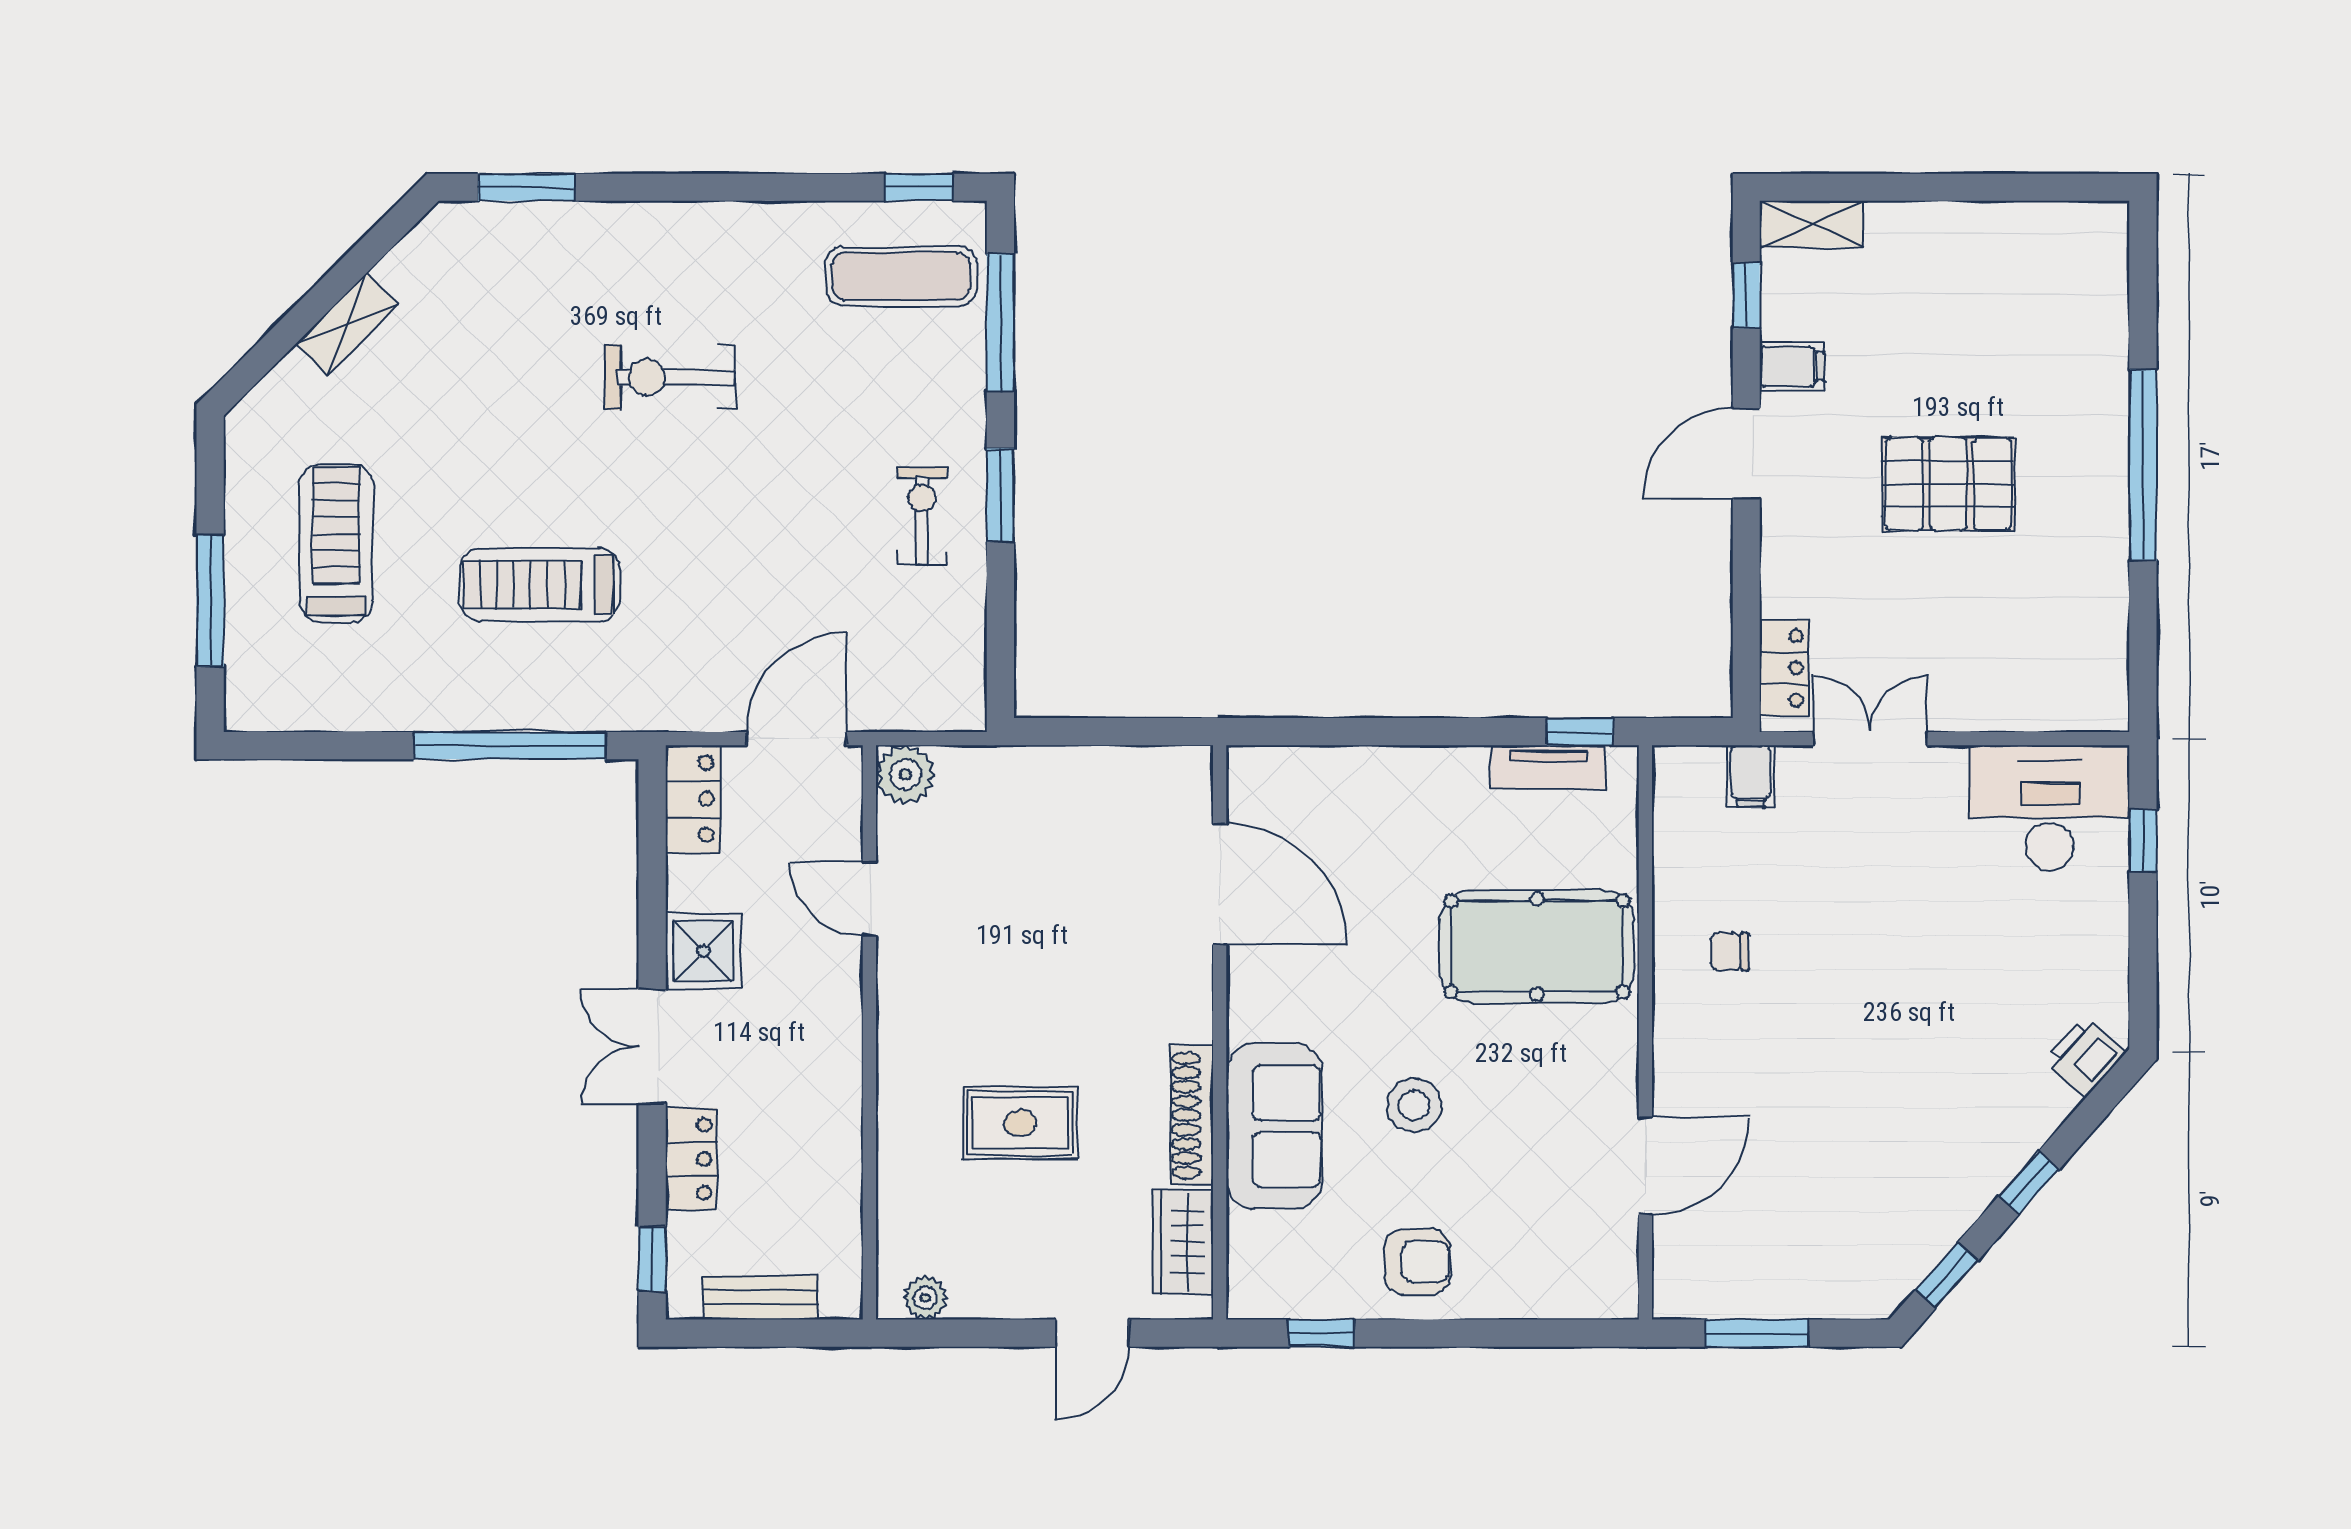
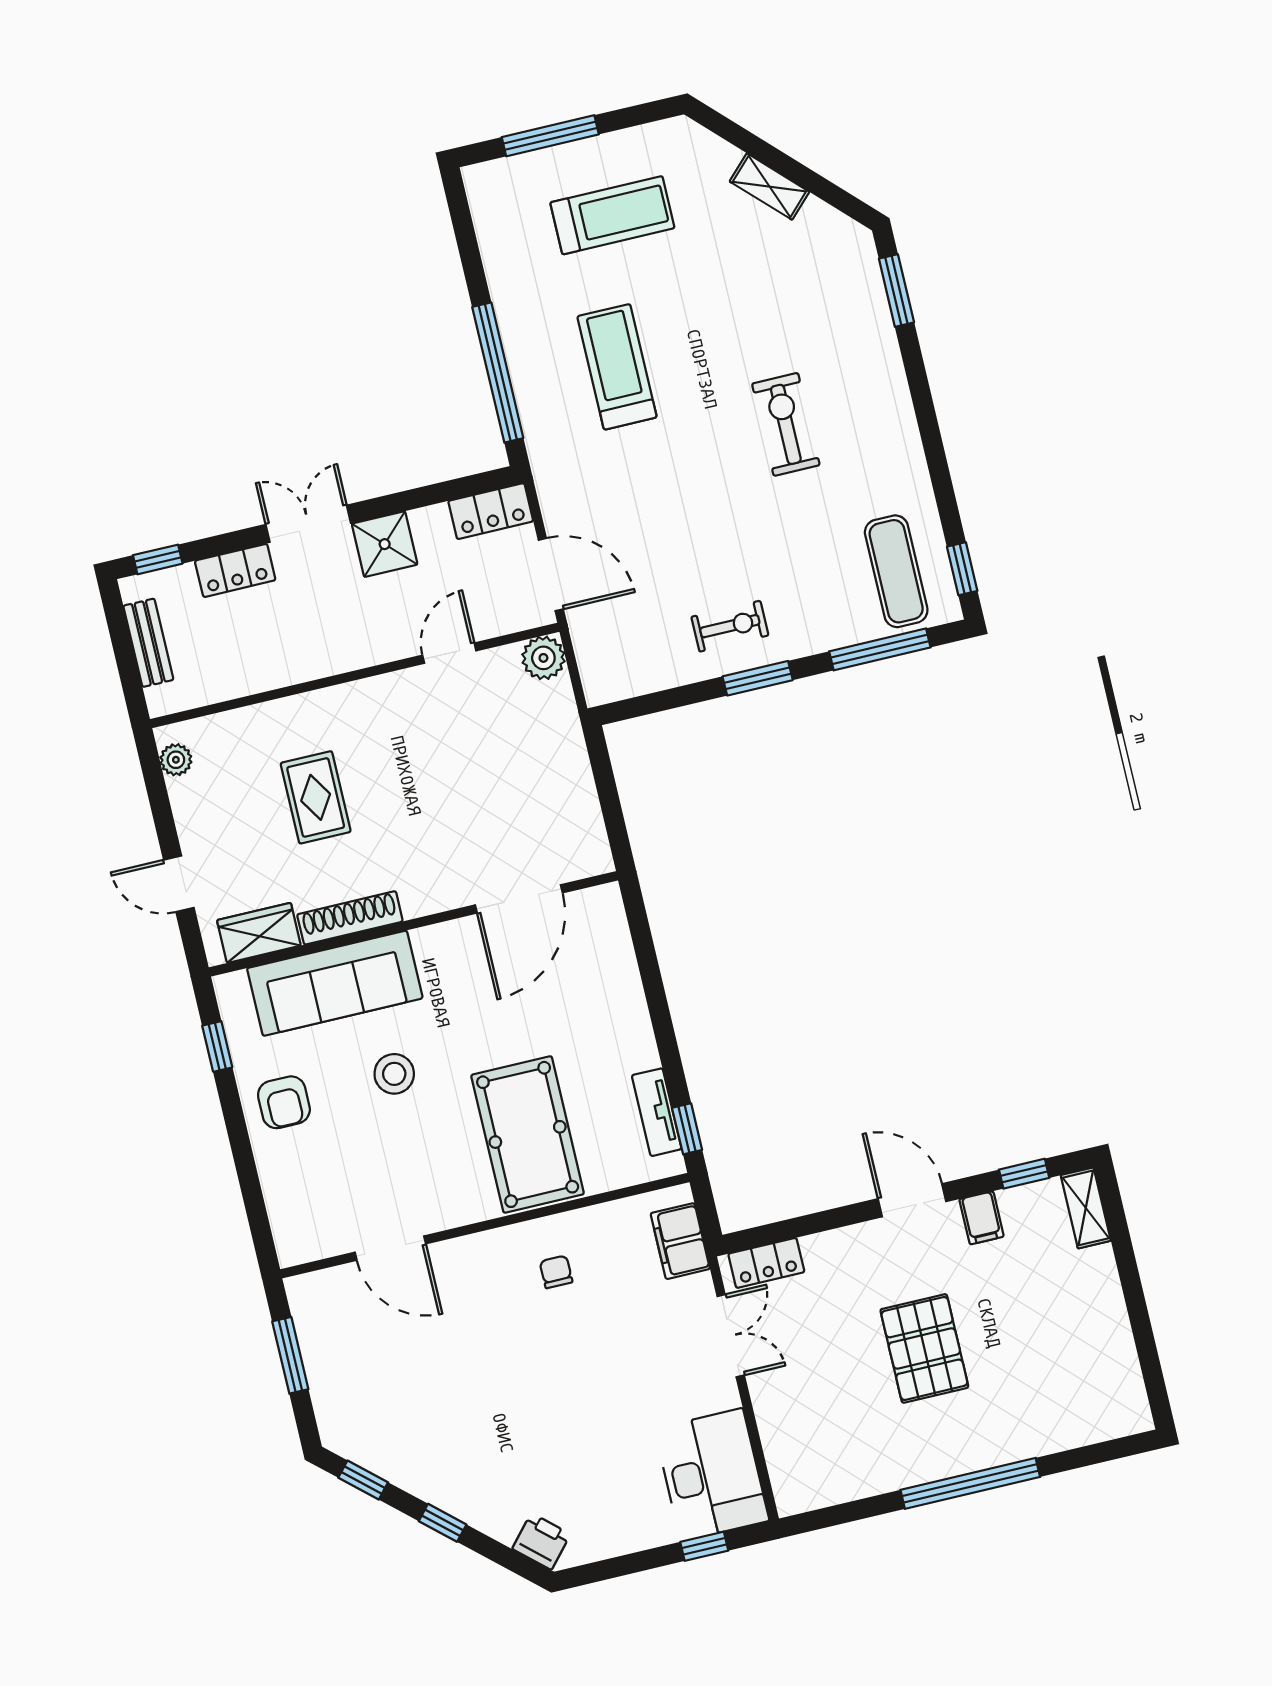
filing cabinet: (1751, 776) -> (680, 1241), width x2.00
sofa: (1274, 1126) -> (335, 983), width x1.36

